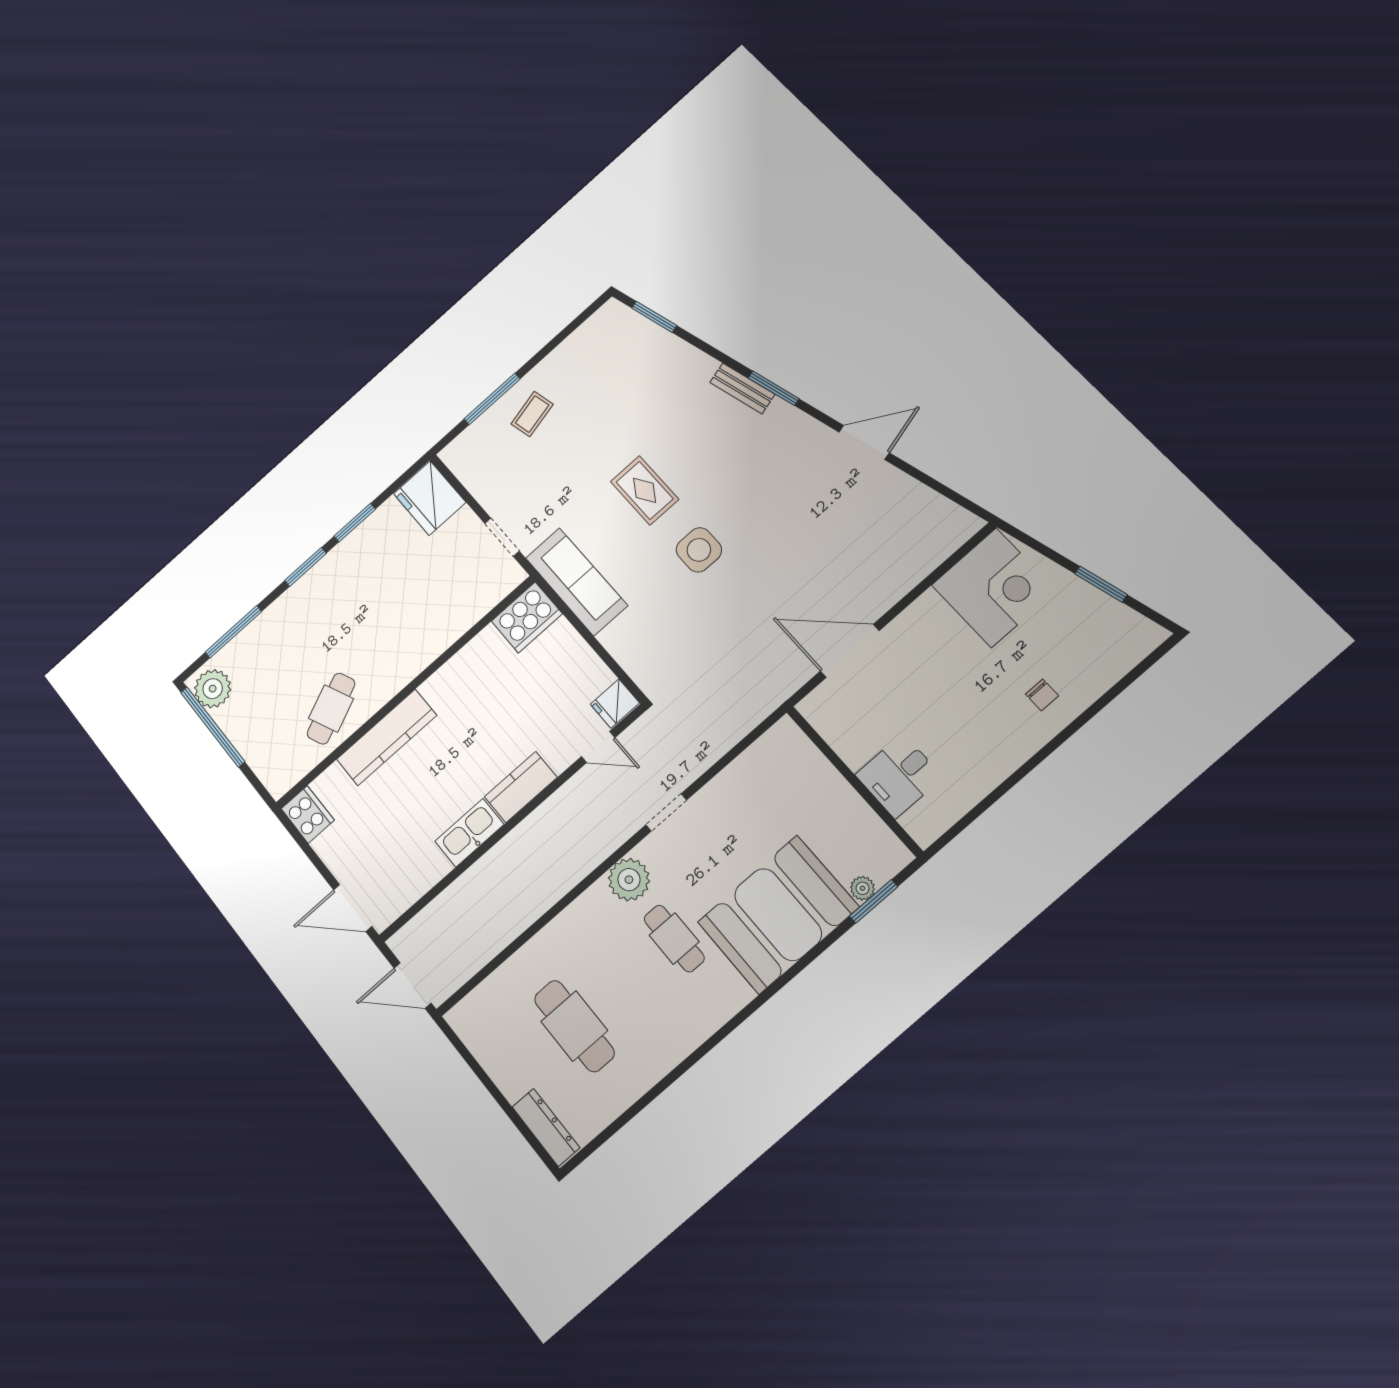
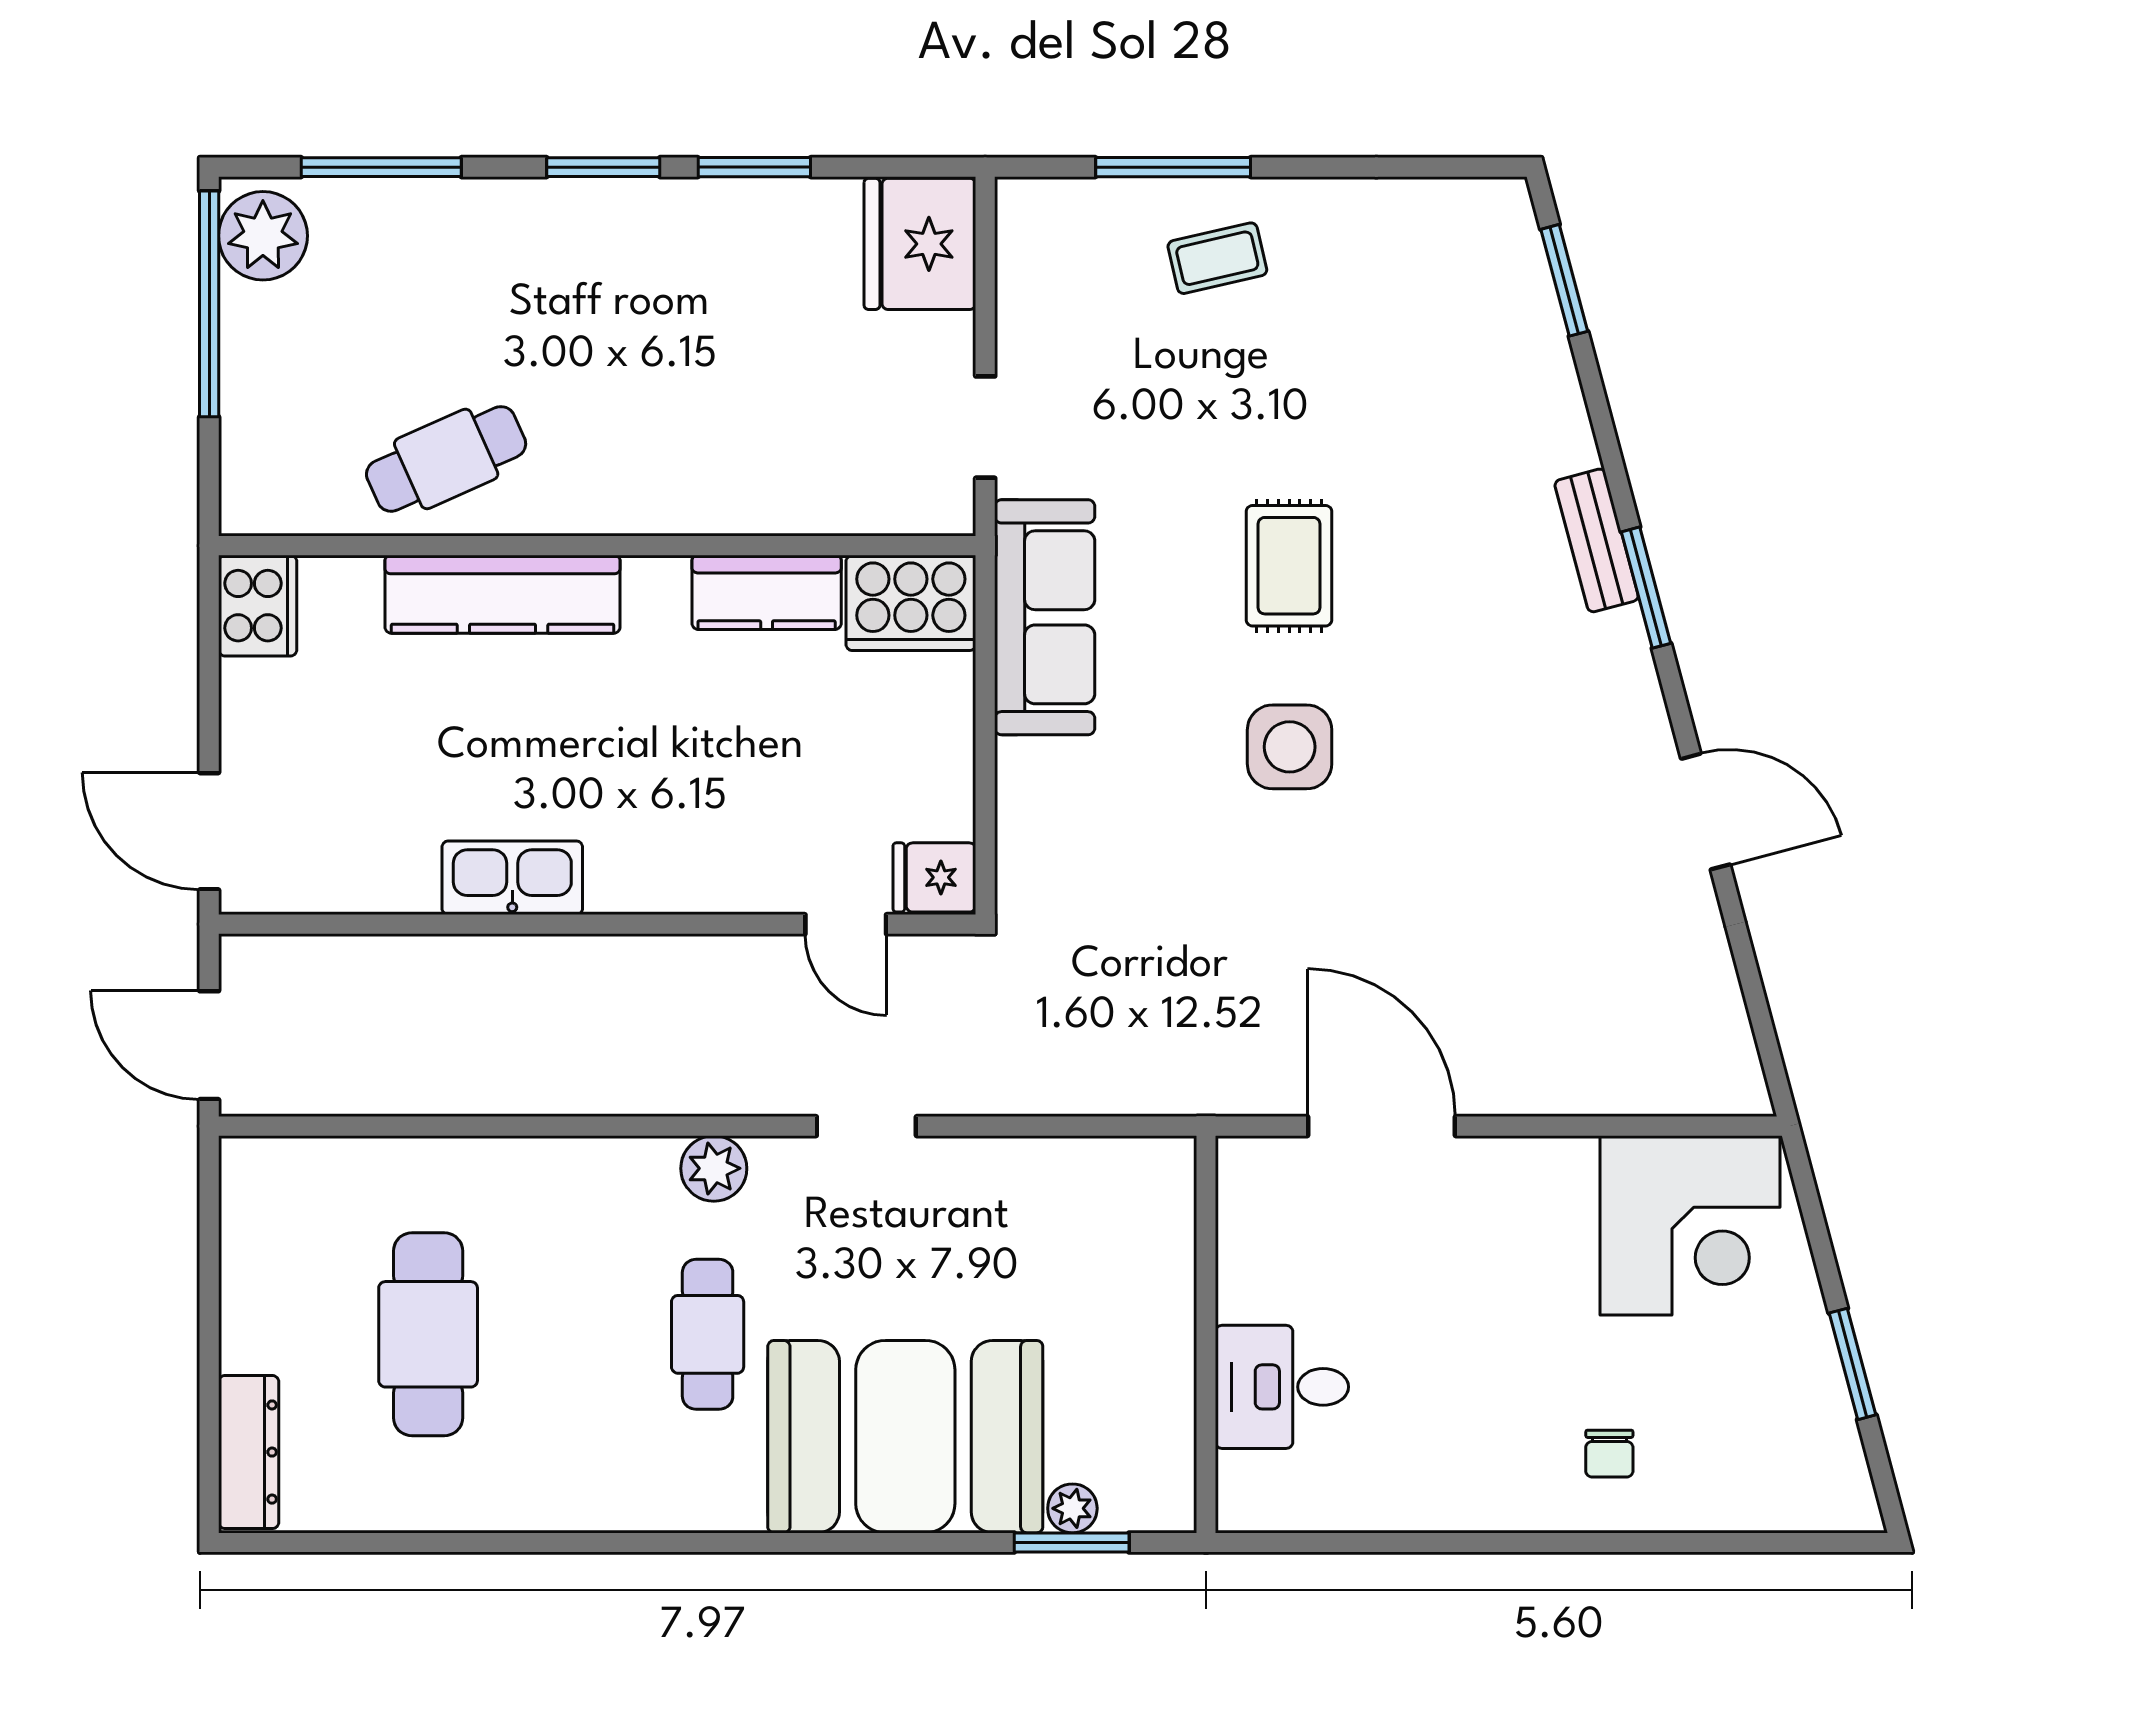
kitchen counter: (521, 787) -> (767, 592), moved, turned 180
plant: (629, 880) -> (714, 1168), width x0.73, depth x0.73

